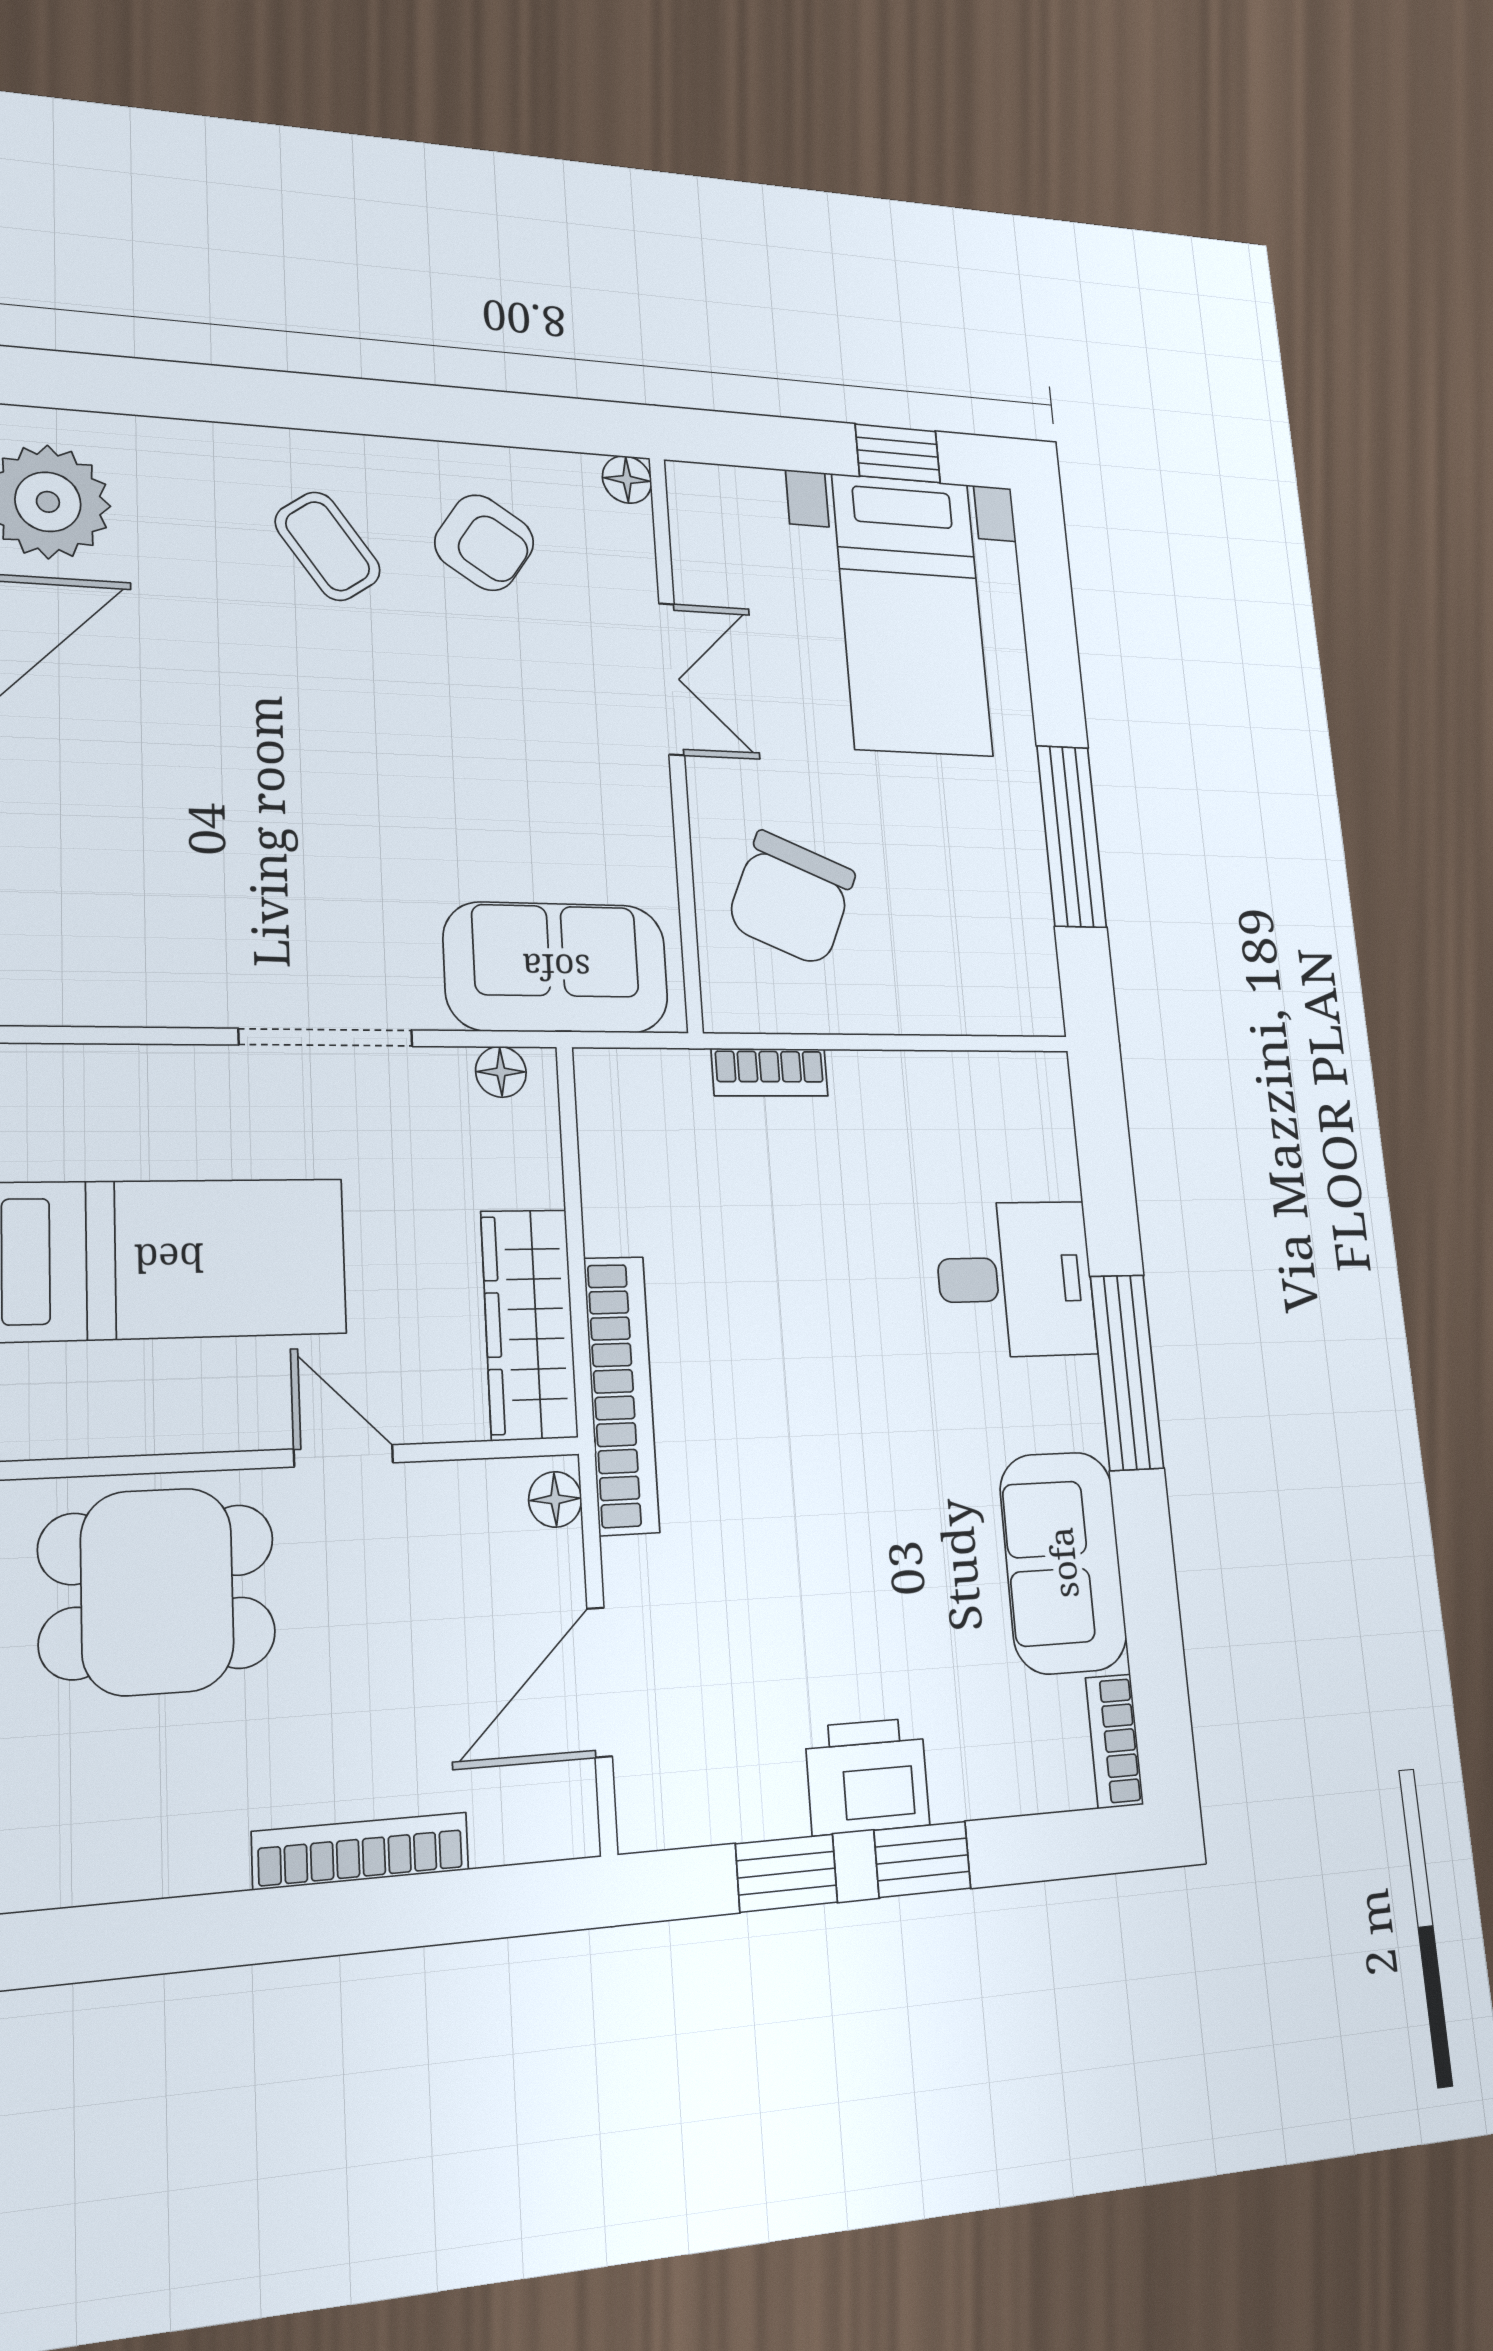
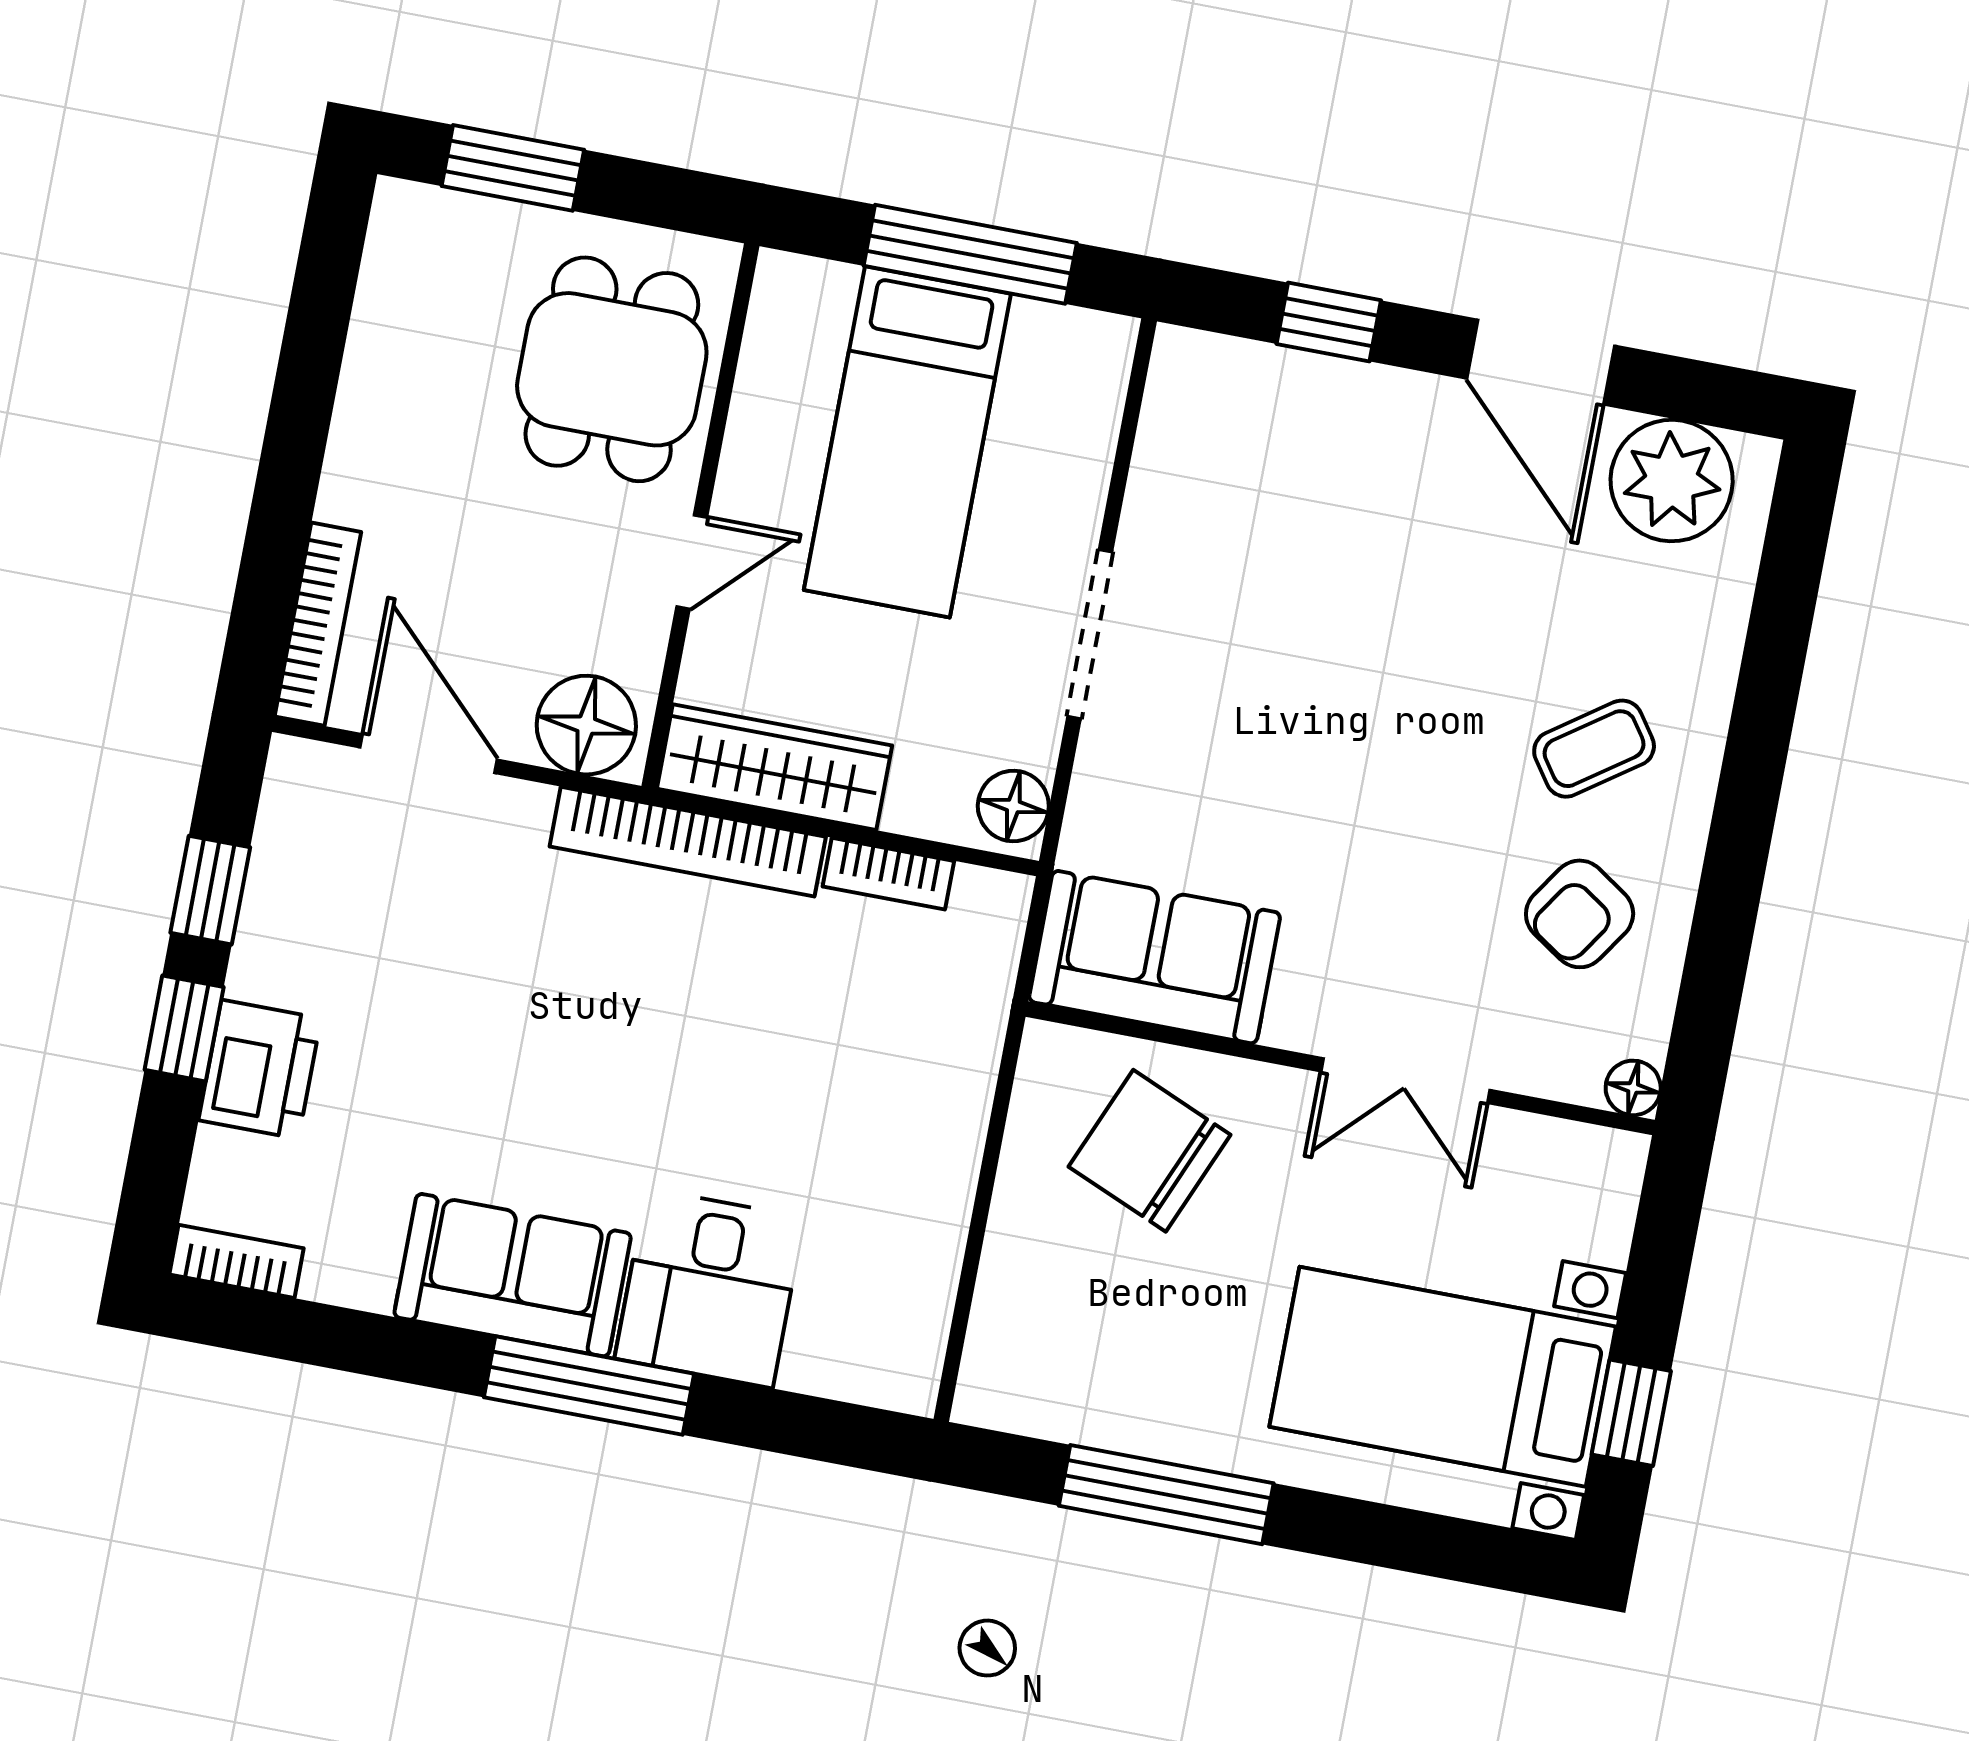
sofa: (556, 968) -> (1155, 957), moved, turned -90
floor lamp: (501, 1072) -> (1013, 806), width x1.37, depth x1.37
bookcase: (770, 1072) -> (888, 874), moved, turned -90
floor lamp: (555, 1499) -> (586, 725), width x1.89, depth x1.89
sofa: (1063, 1562) -> (513, 1275), moved
printer: (867, 1776) -> (260, 1069), moved
bookcase: (361, 1851) -> (318, 624), moved

